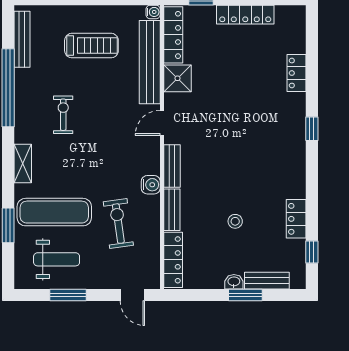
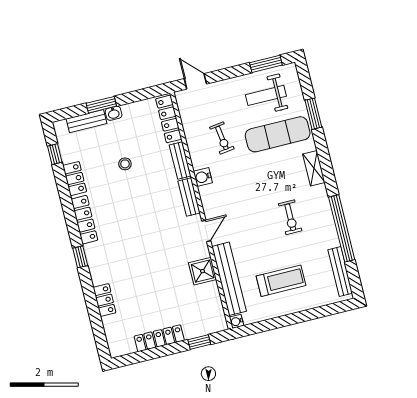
locker: (173, 35) -> (84, 220), moved, turned 180
treadmill: (91, 46) -> (281, 281), turned 180
exercise bike: (118, 224) -> (222, 138), width x0.73, depth x0.72
window: (68, 295) -> (266, 64), moved

